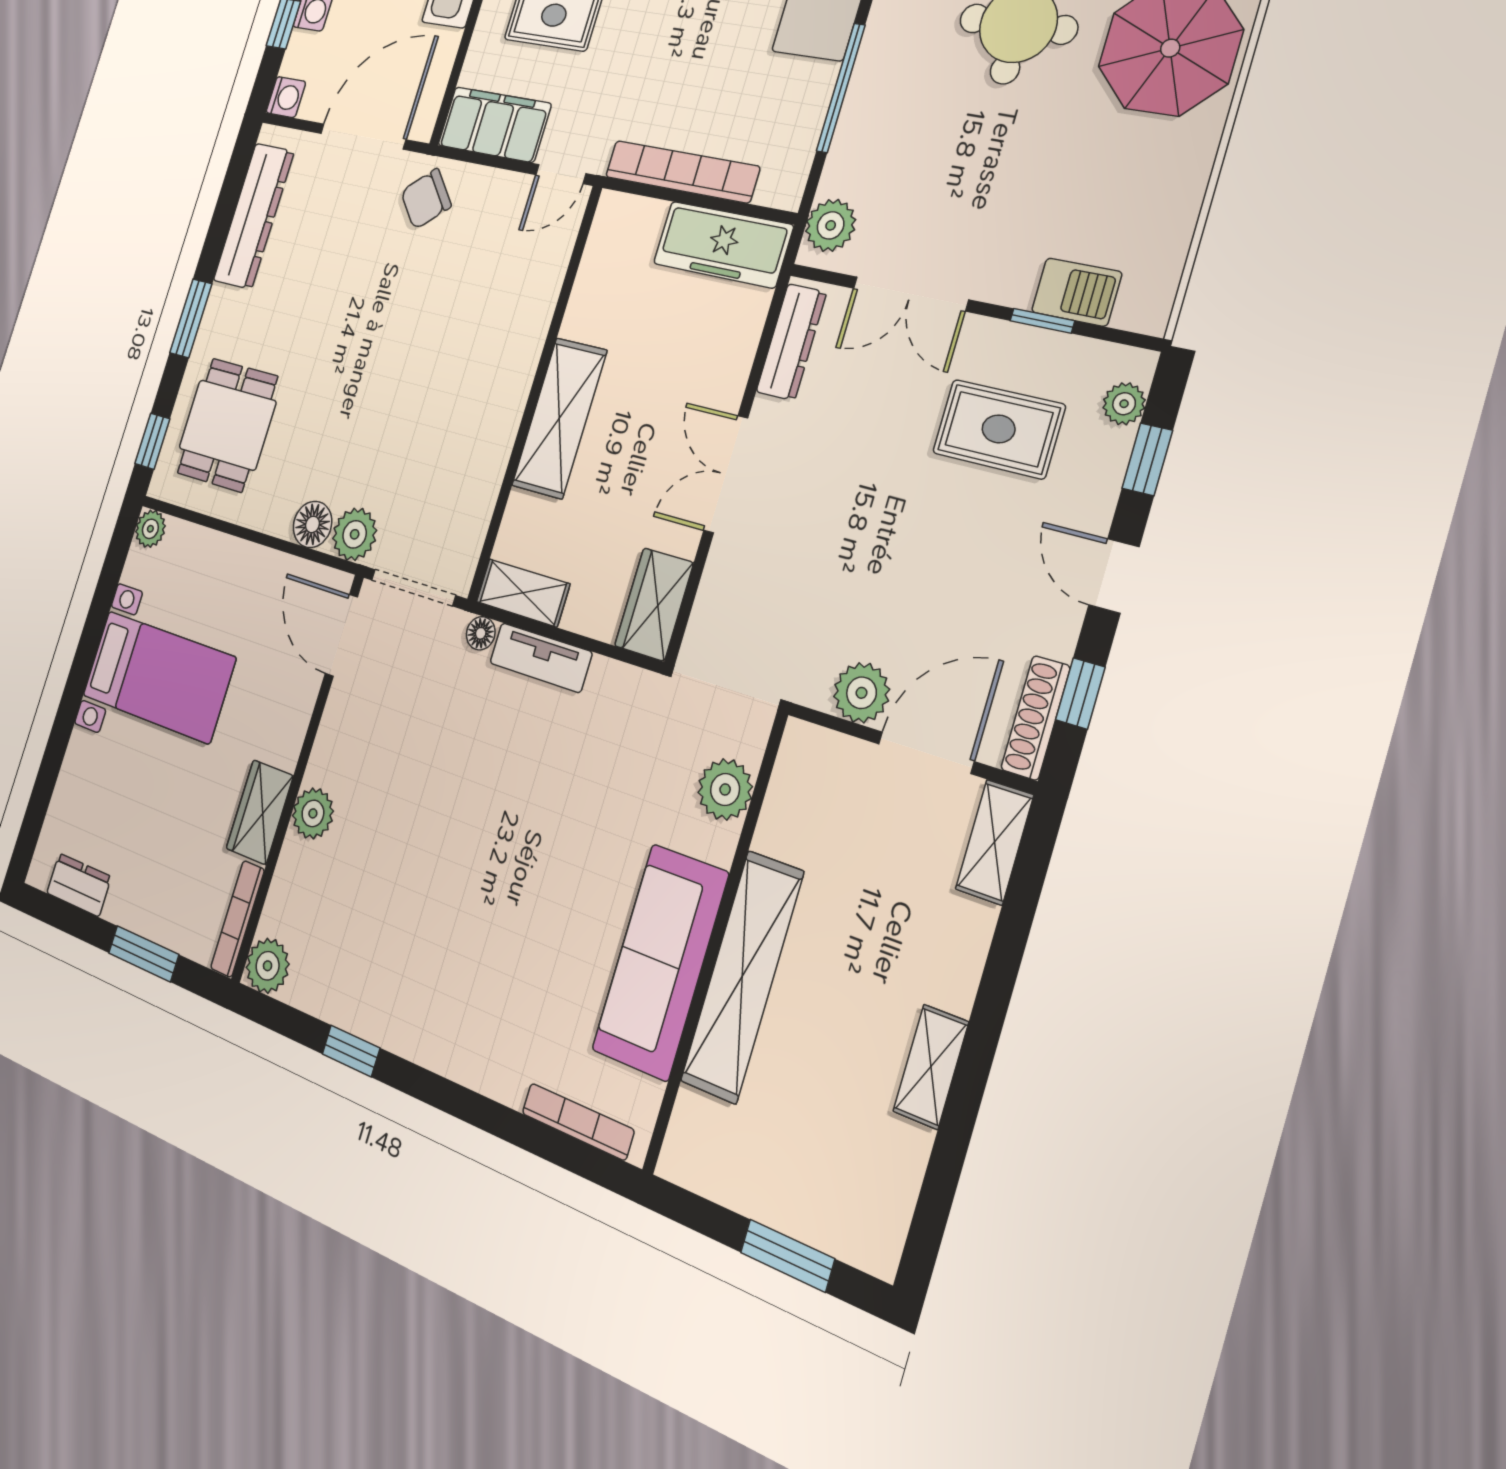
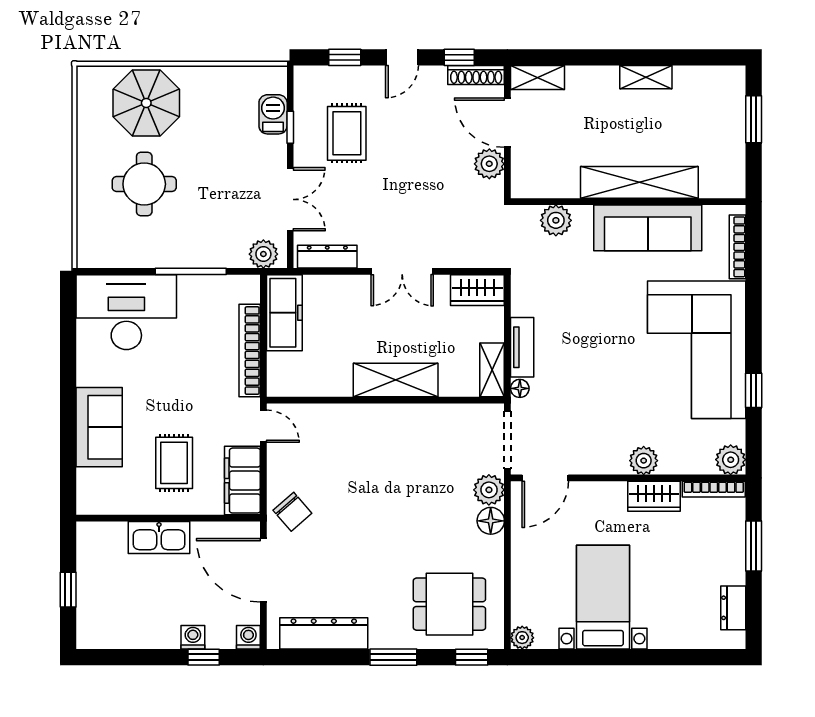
plant: (1124, 404) -> (321, 76), removed
corner sofa: (441, 974) -> (697, 350), added

